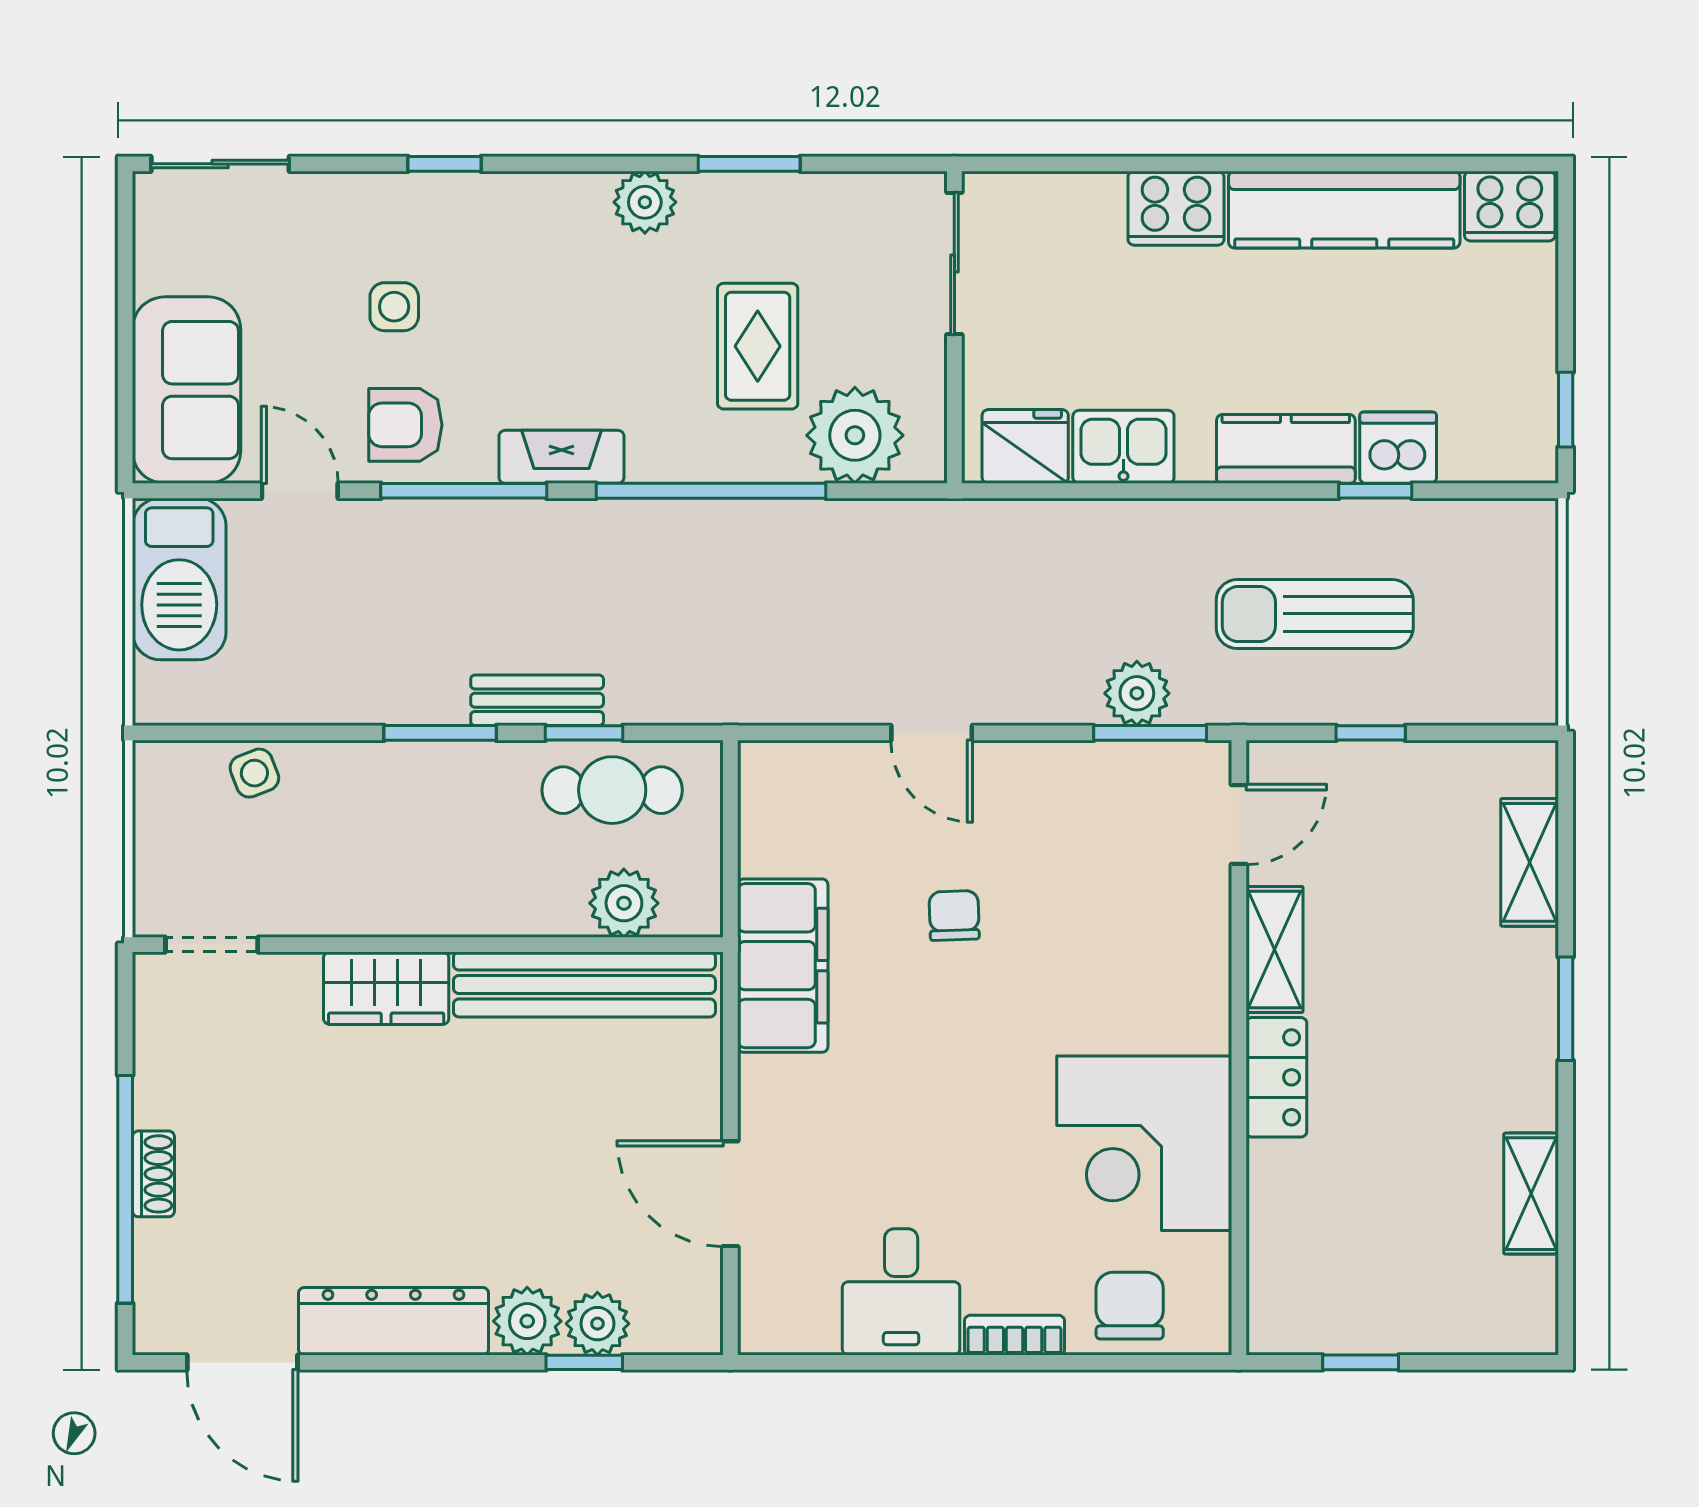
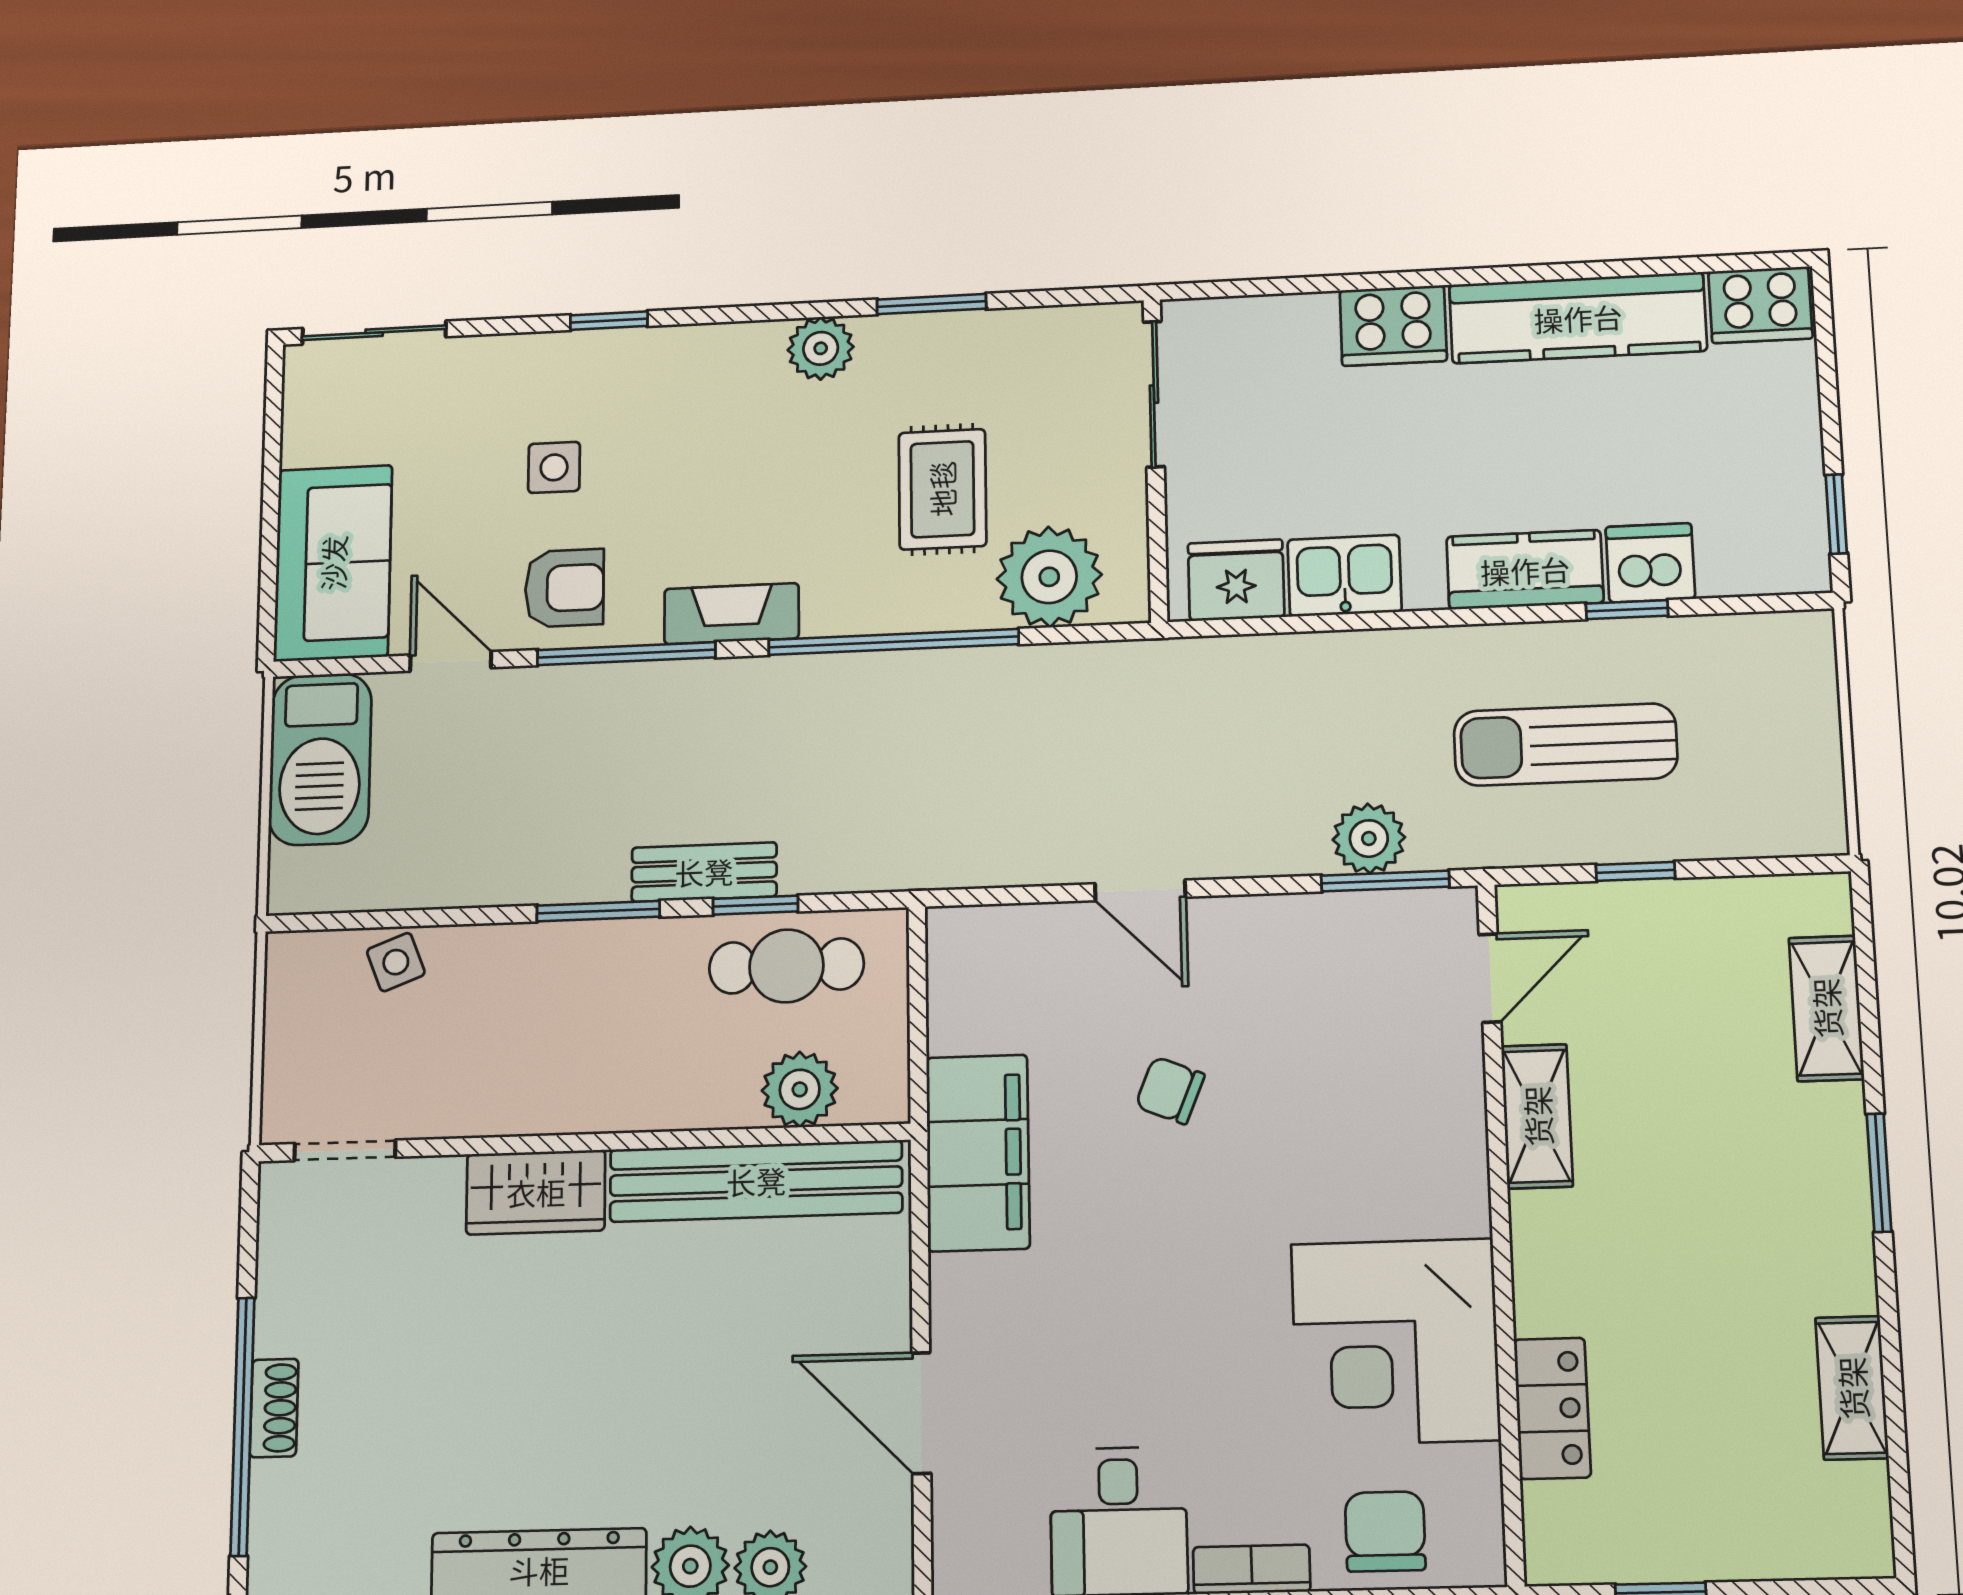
armchair: (405, 425) -> (564, 588), turned 180
chair: (954, 915) -> (1170, 1090), turned -66
locker: (1276, 1077) -> (1552, 1408), moved

